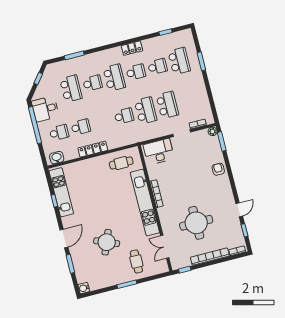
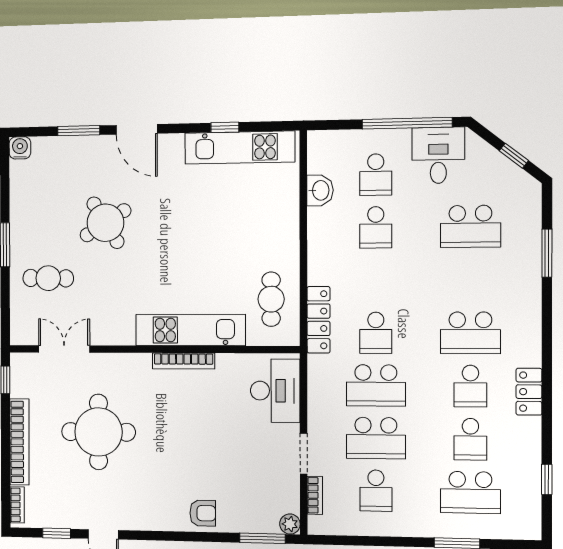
school desk: (93, 83) -> (376, 491), moved
locker: (93, 149) -> (318, 320), moved
washbasin: (57, 158) -> (320, 190), moved
kitchen unit: (145, 203) -> (190, 330), width x0.73
round table: (107, 242) -> (105, 223), turned 36

